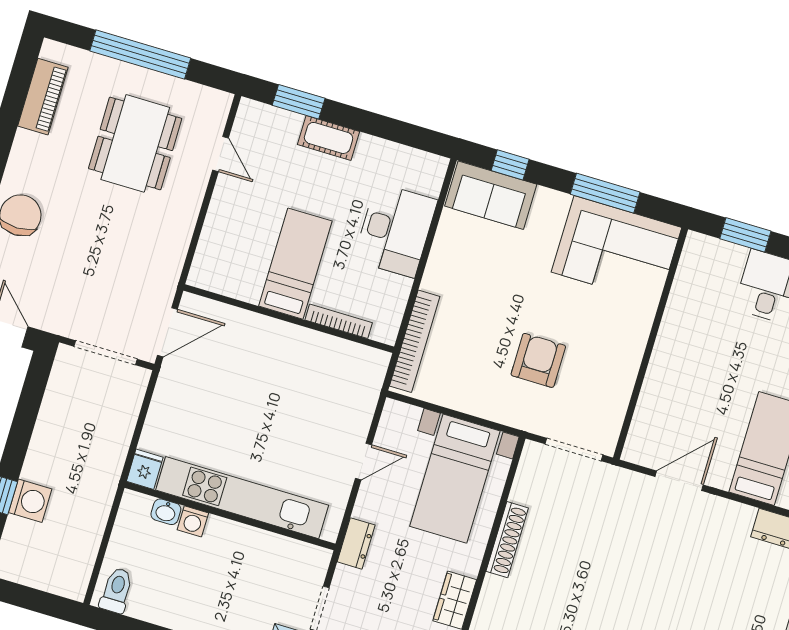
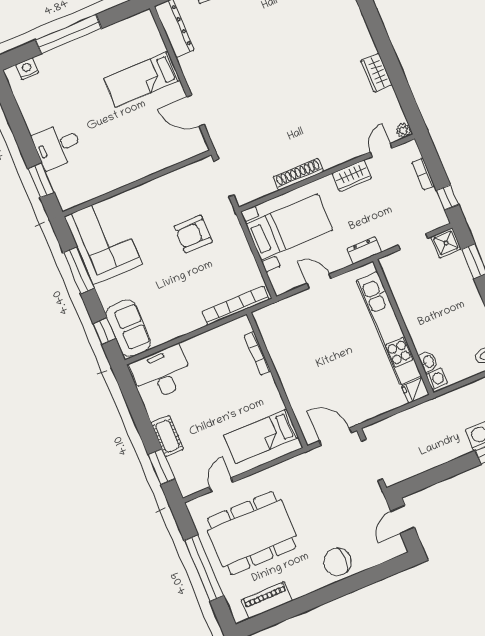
dining table: (135, 143) -> (252, 533), width x1.36, depth x1.24
desk: (395, 230) -> (162, 373), moved
bed: (295, 264) -> (261, 436), moved
washing machine: (193, 521) -> (437, 379), moved

